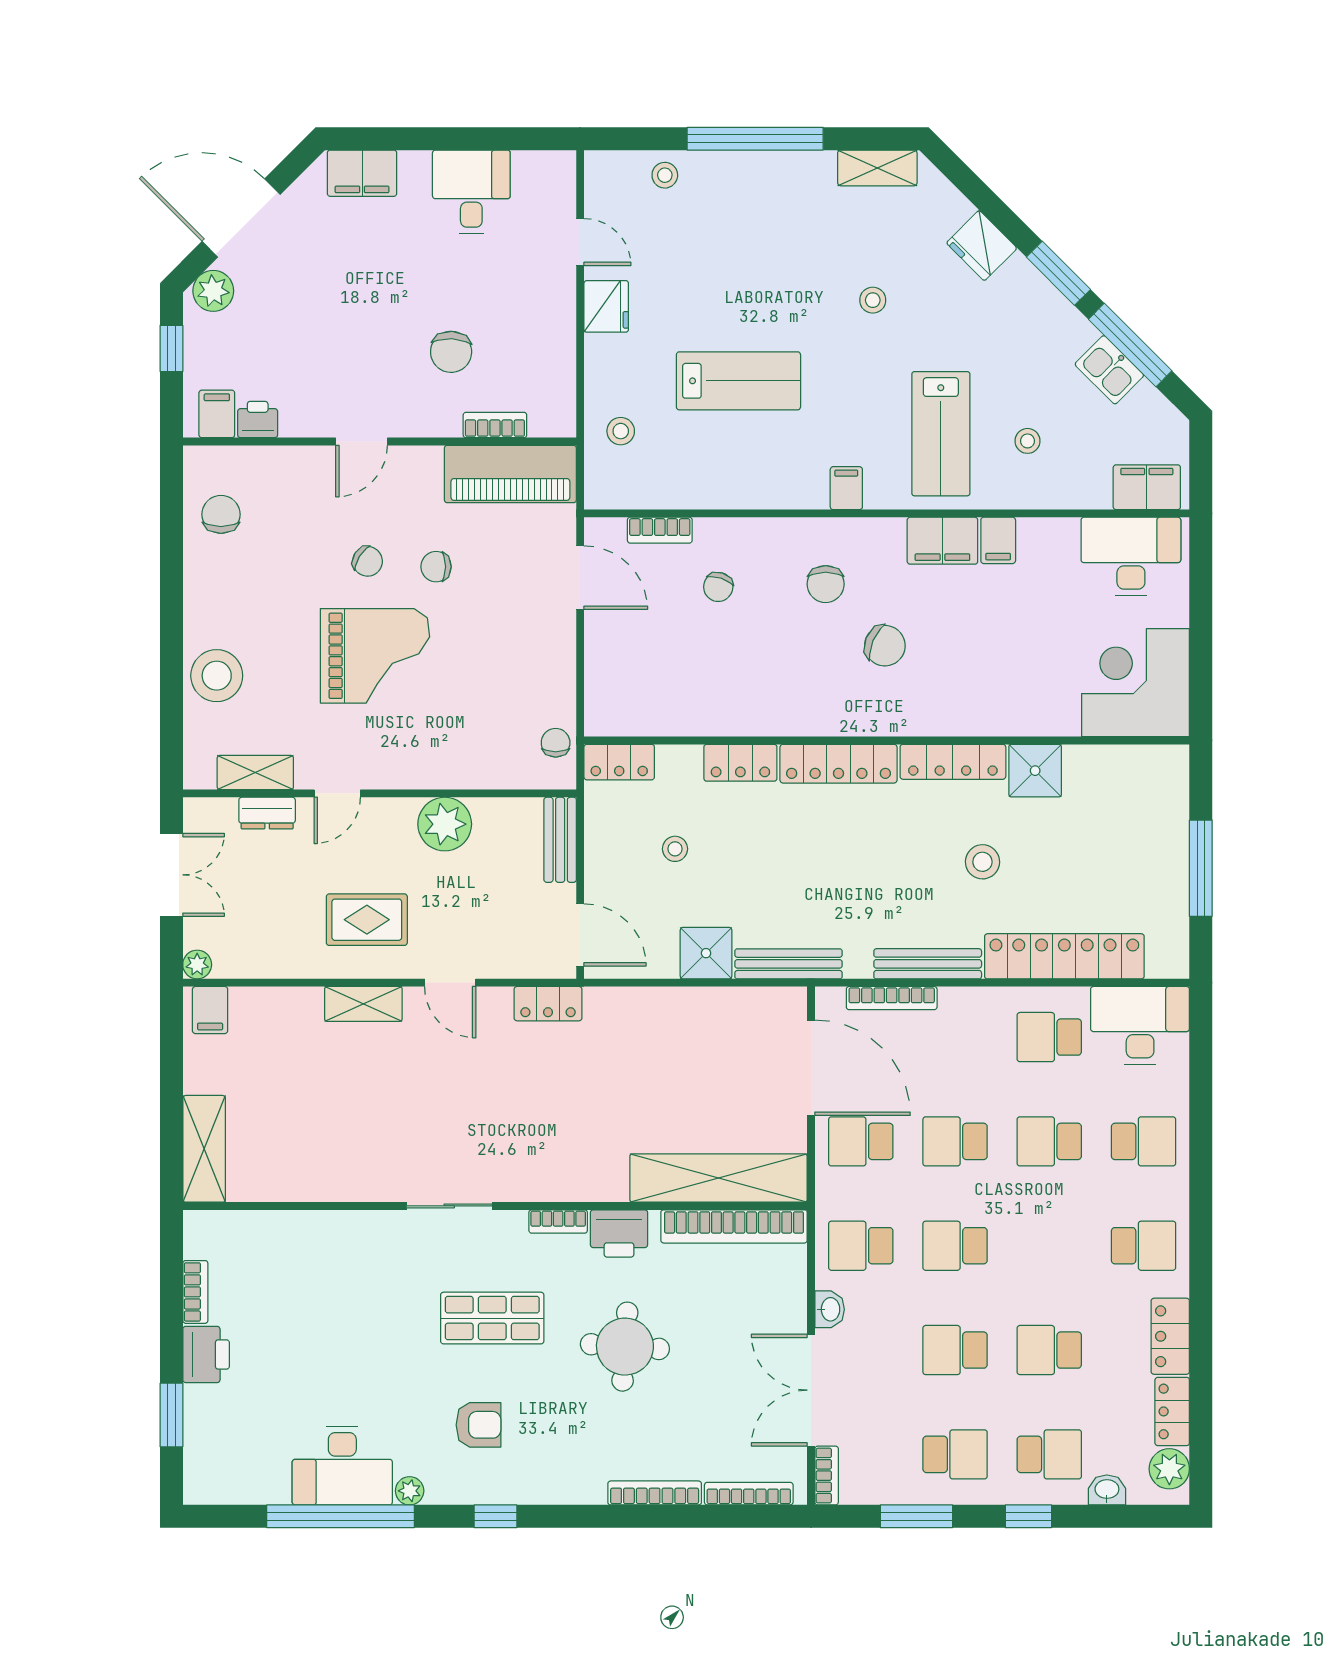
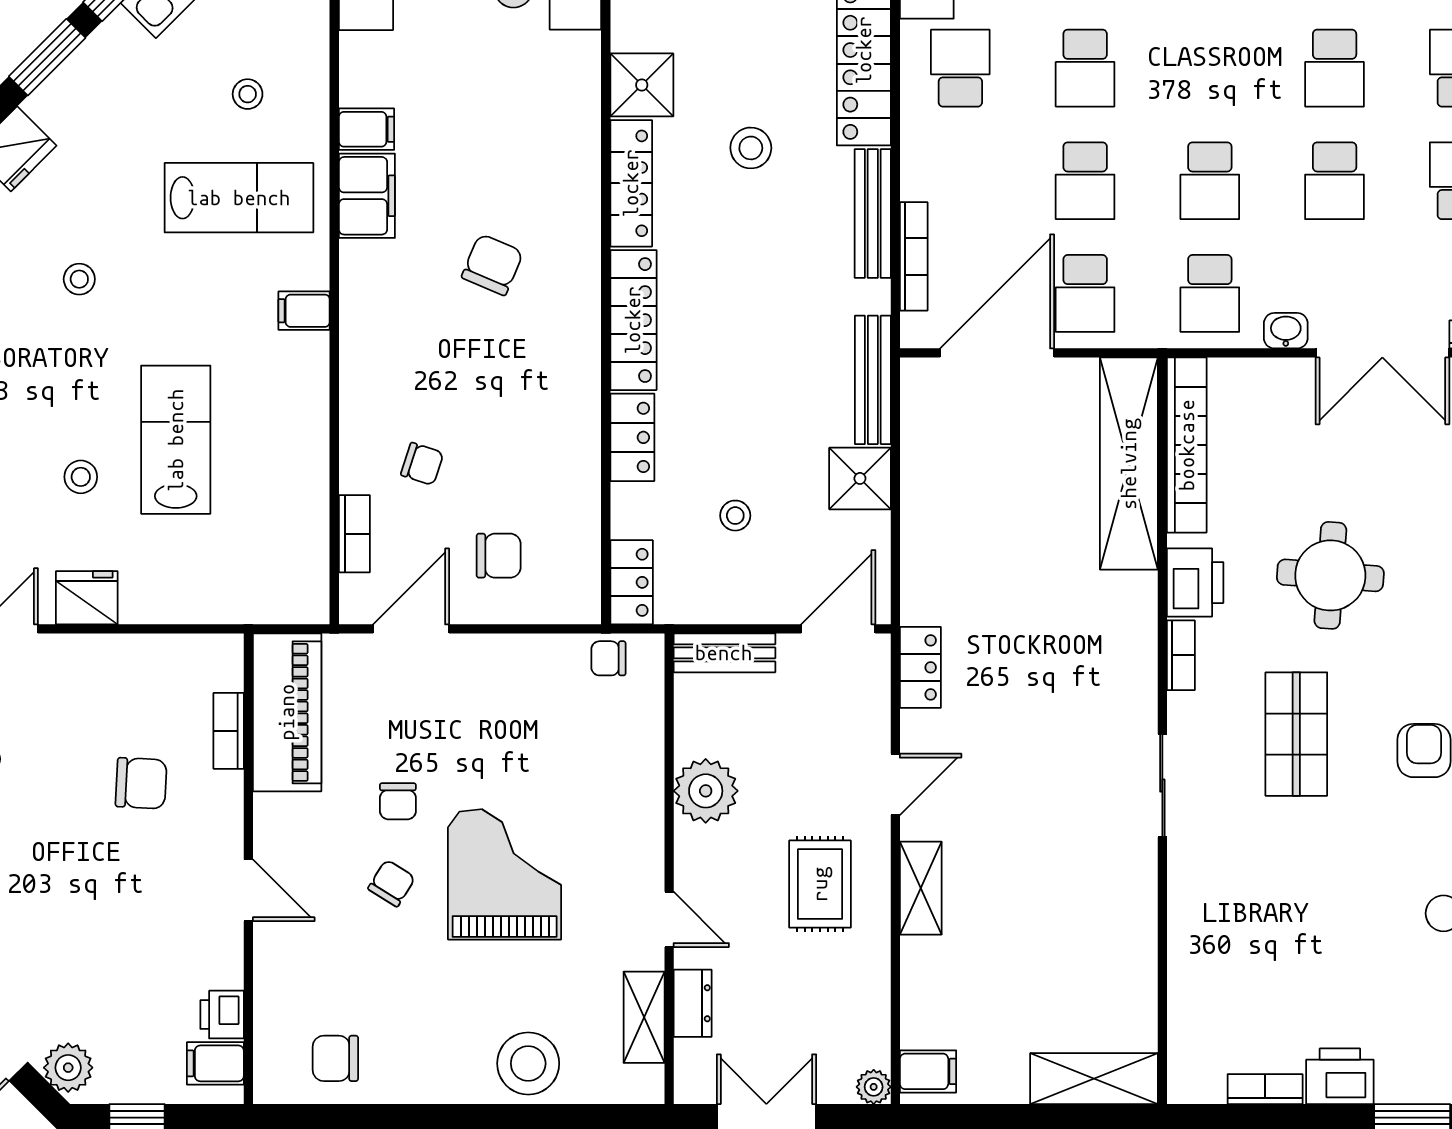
stool: (621, 431) -> (81, 477), moved
chair: (826, 584) -> (499, 556), moved
school desk: (1049, 1037) -> (960, 68), turned 180

